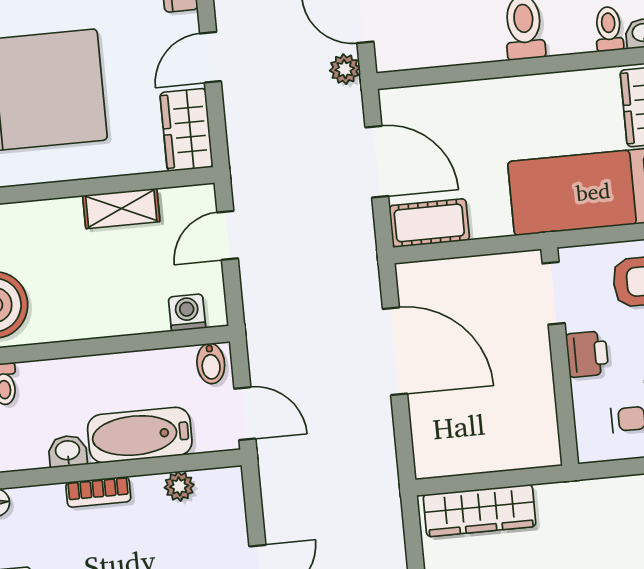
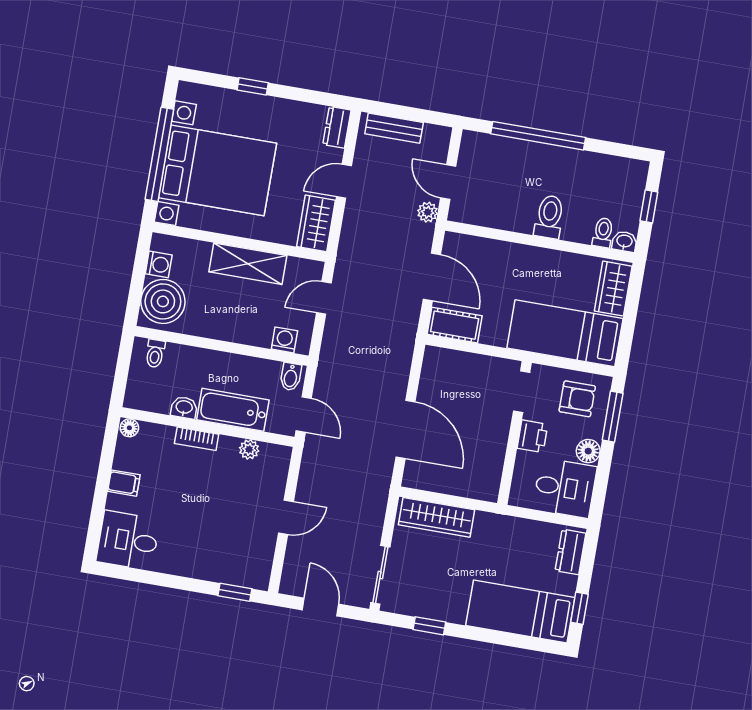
shelving: (121, 208) -> (248, 264), width x1.50, depth x1.33
door: (395, 351) -> (406, 429), moved

